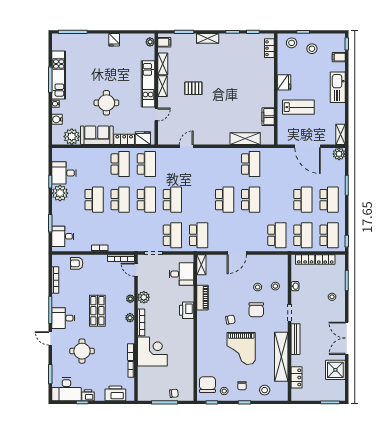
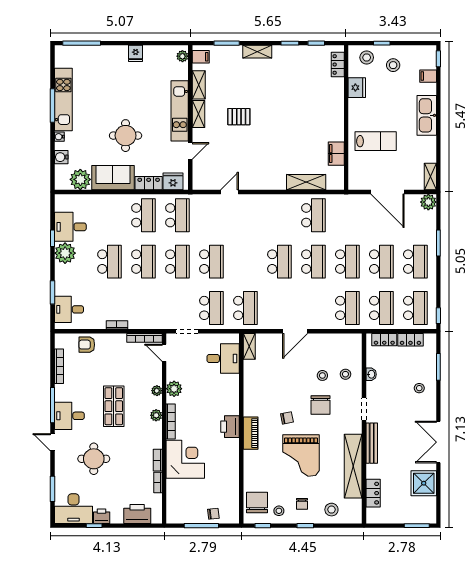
fridge: (284, 82) -> (357, 88), moved
school desk: (277, 200) -> (347, 262), added
piano: (202, 298) -> (251, 433), moved
printer: (187, 310) -> (230, 427), moved

